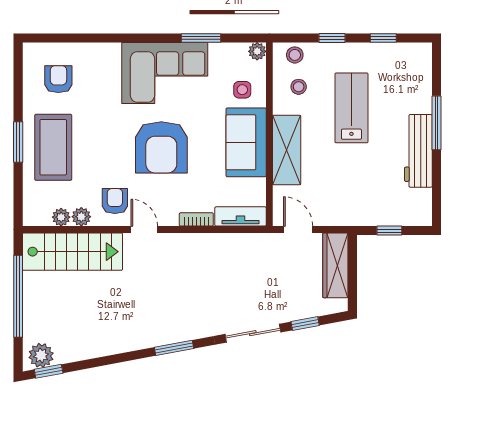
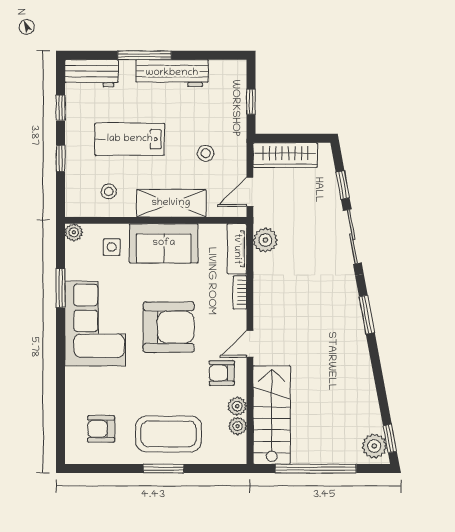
stool: (295, 55) -> (206, 153), moved
workbench: (418, 69) -> (92, 73), added
plant: (249, 245) -> (265, 240), added

